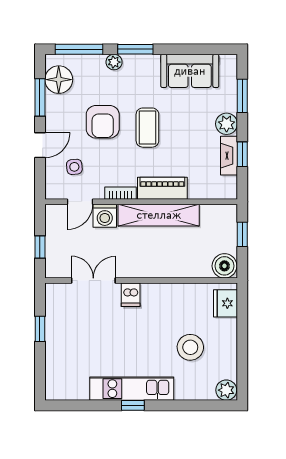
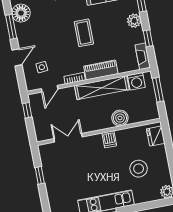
armchair: (103, 122) -> (54, 35), removed
fireplace: (229, 156) -> (143, 56), moved
washing machine: (105, 216) -> (136, 81), moved
window: (242, 234) -> (158, 90), width x1.50
window: (40, 247) -> (27, 110), moved
boiler: (224, 266) -> (120, 118), moved
dishwasher: (131, 295) -> (109, 139), moved

